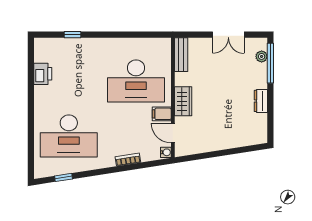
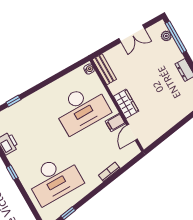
window: (31, 105) -> (12, 173), added
door: (173, 133) -> (132, 132), hinge flipped
water cooler: (166, 152) -> (89, 69), moved

